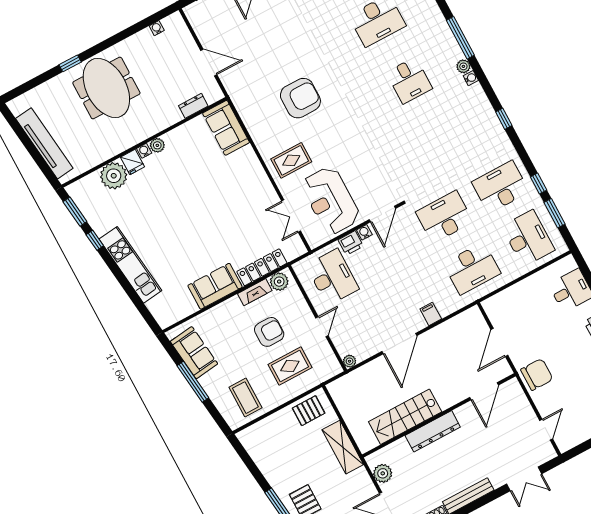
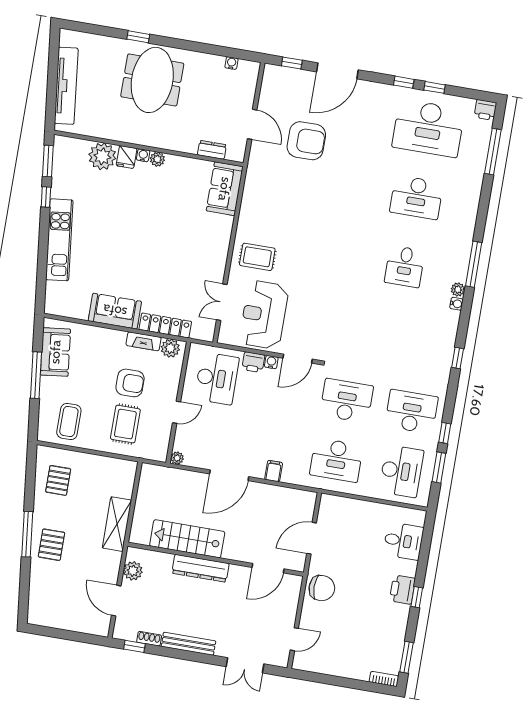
armchair: (300, 98) -> (306, 141), moved
rug: (290, 366) -> (125, 424), turned 90
pallet: (309, 411) -> (58, 480), moved, turned 90

